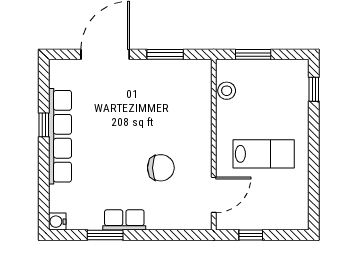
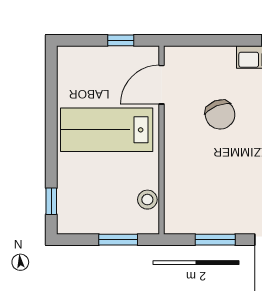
lab bench: (264, 154) -> (107, 130), width x1.36, depth x1.39
chair: (161, 168) -> (220, 115), turned -112

